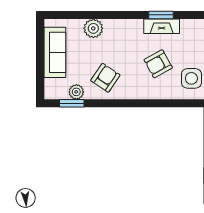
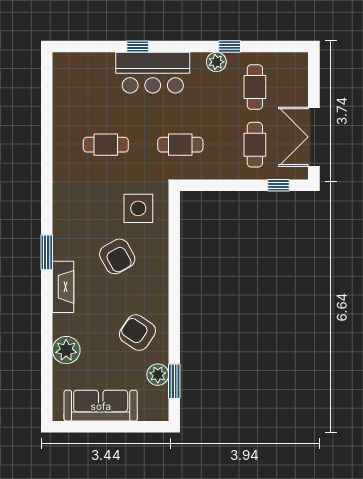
fireplace: (162, 26) -> (63, 287), moved

